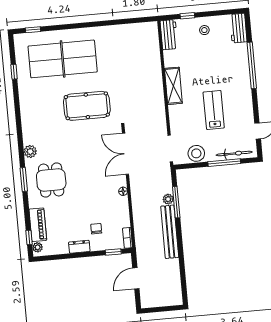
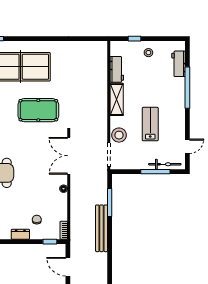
workbench: (238, 28) -> (179, 64), moved
workbench: (169, 35) -> (117, 69), moved
stool: (196, 153) -> (119, 135), moved
plant: (168, 199) -> (103, 199), removed
door: (136, 278) -> (68, 267), hinge flipped

